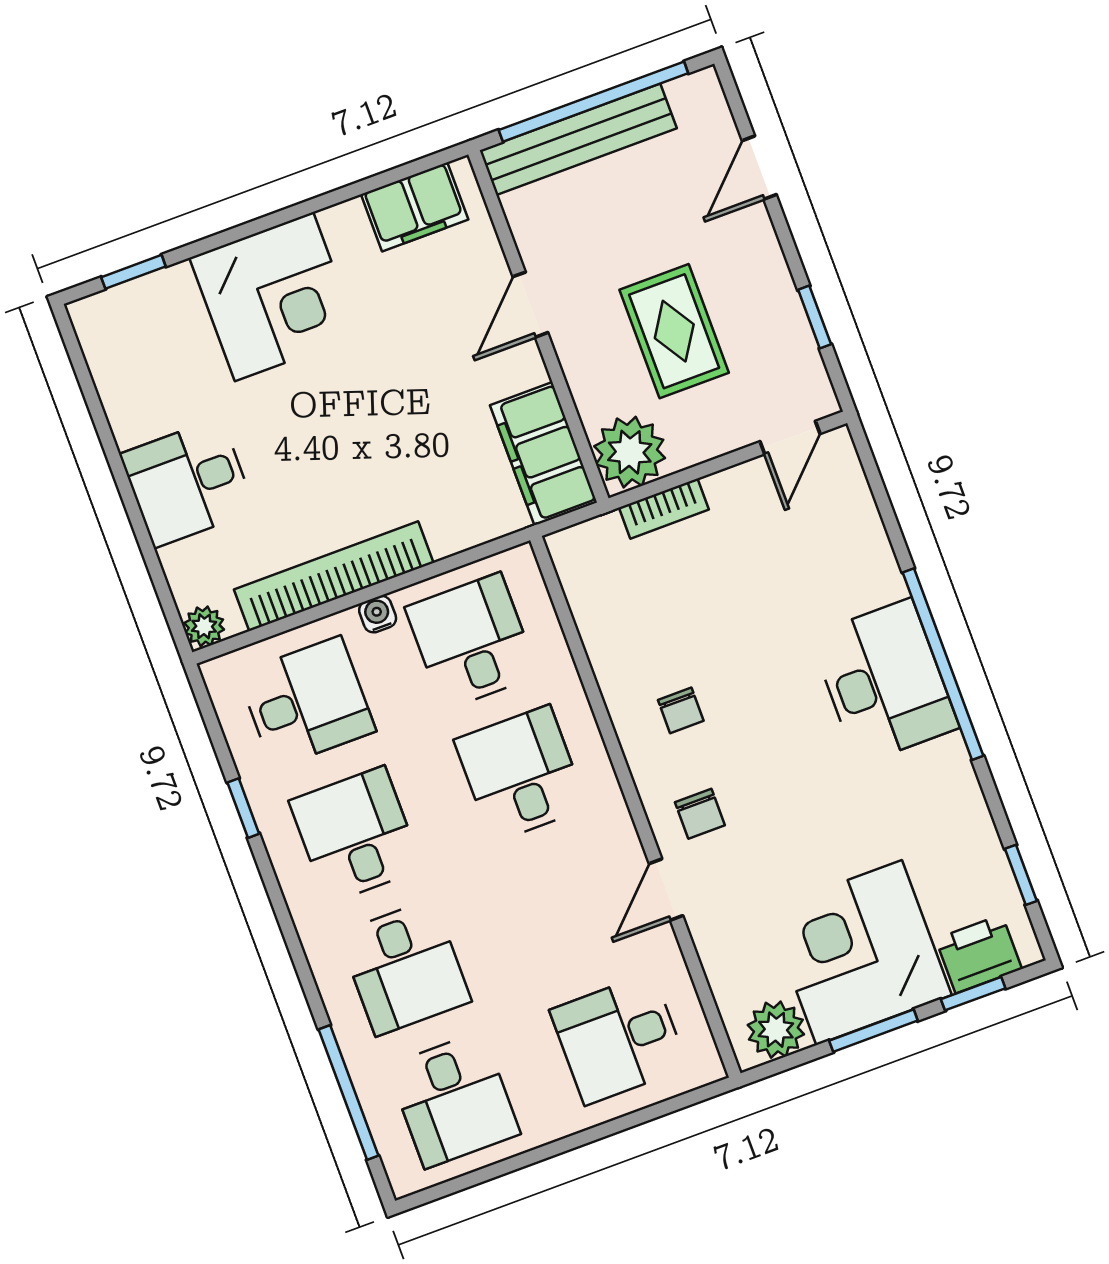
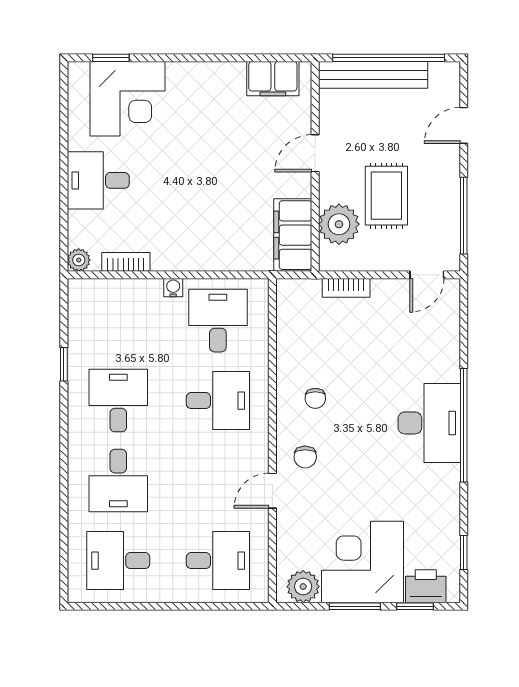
corner desk: (274, 297) -> (127, 99), moved
window: (815, 317) -> (464, 216), width x2.17
plant: (630, 452) -> (339, 224), moved
bookcase: (334, 576) -> (126, 262), width x0.43, depth x0.76
desk: (307, 702) -> (118, 321), removed
desk: (521, 774) -> (218, 401), turned 90
desk: (619, 1039) -> (218, 561), turned 180
window: (349, 1093) -> (64, 536), removed
desk: (454, 1100) -> (118, 561), turned 90

